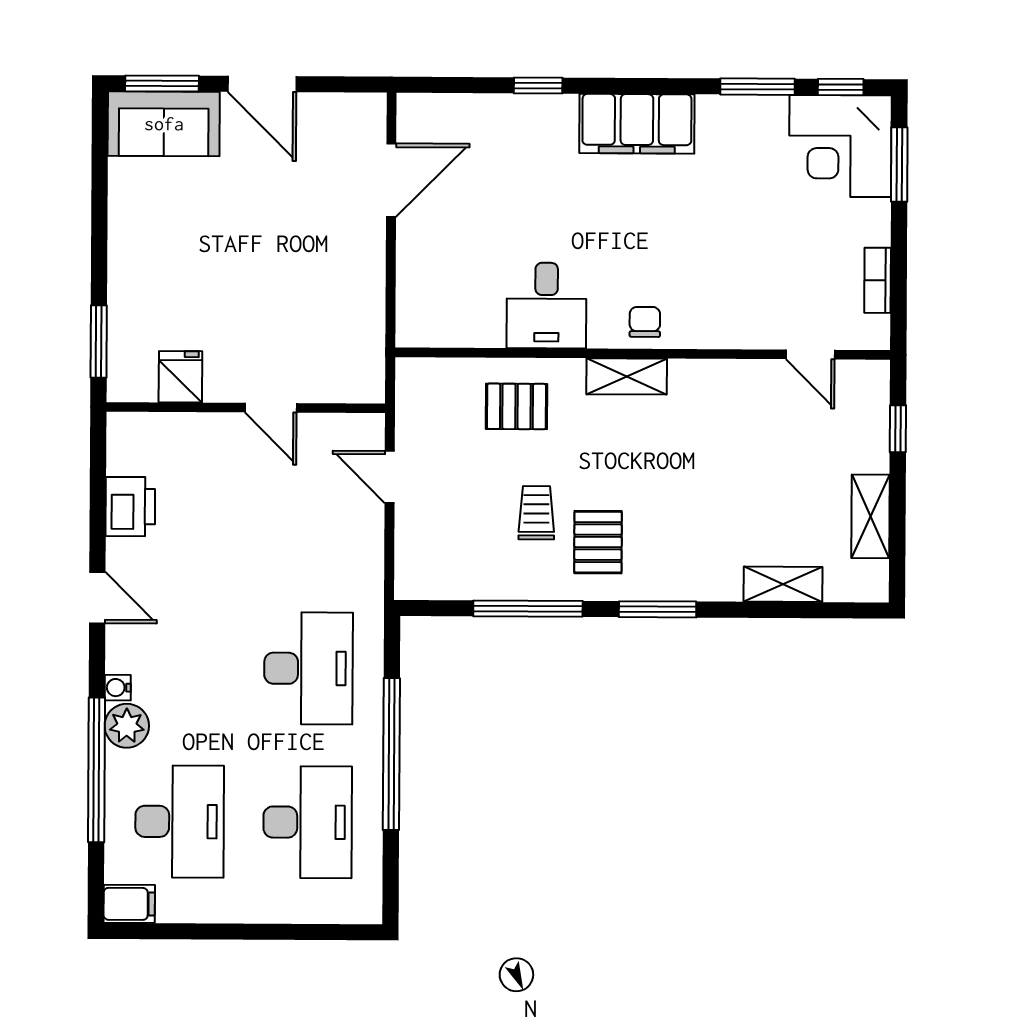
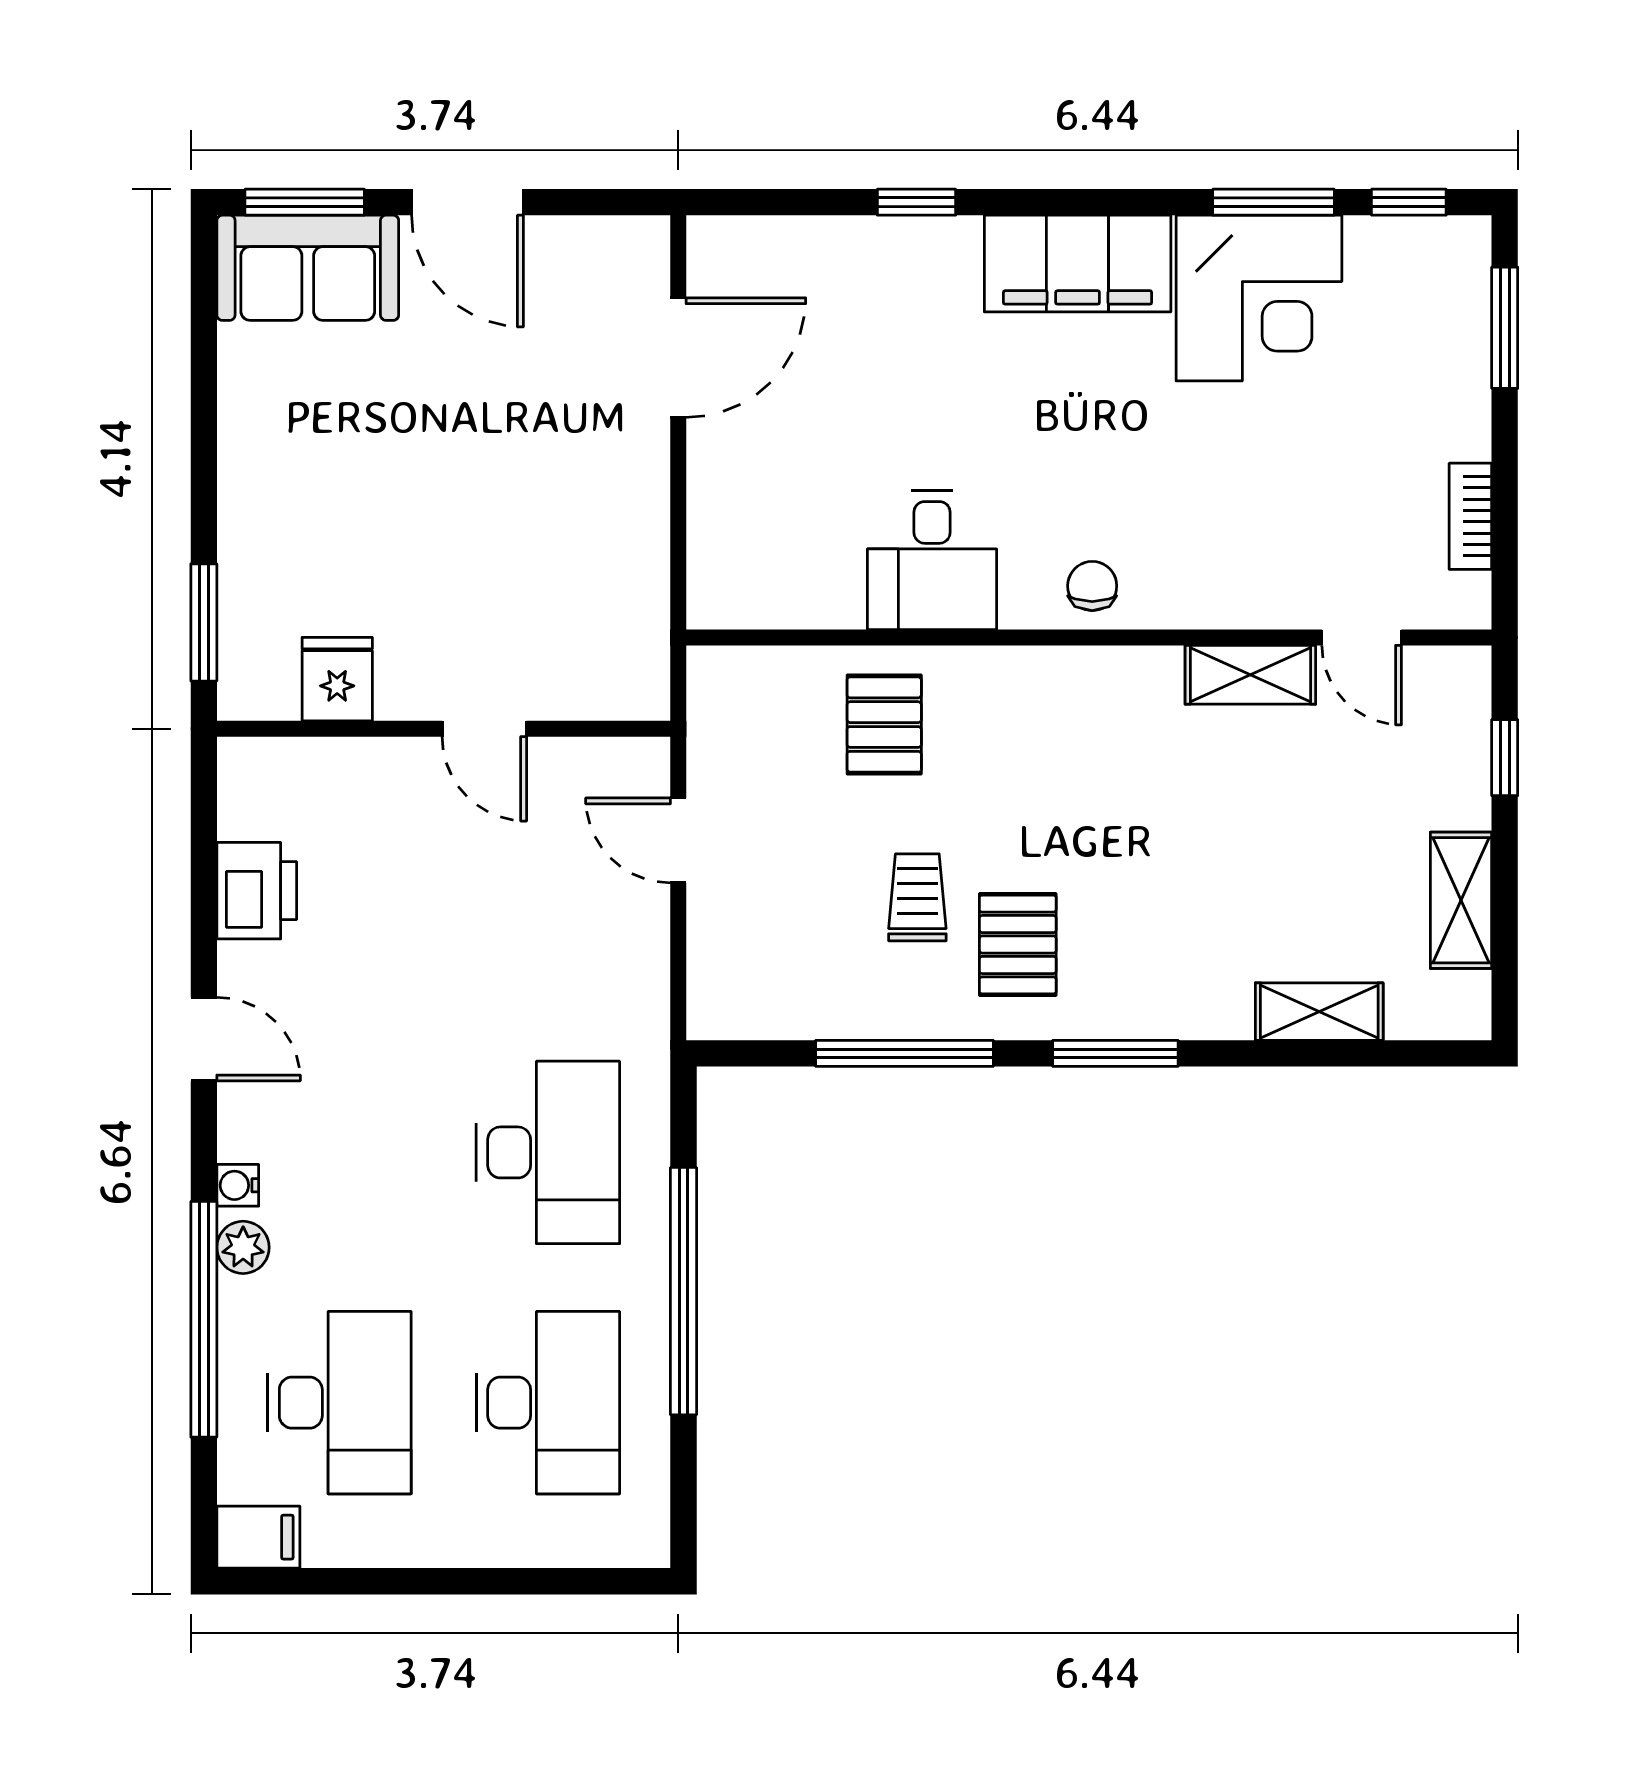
corner desk: (840, 146) -> (1259, 298), moved, turned -90
shelving: (627, 376) -> (1250, 675), moved
pallet: (517, 406) -> (884, 725), turned 90
plant: (127, 726) -> (243, 1247), width x0.73, depth x0.73

